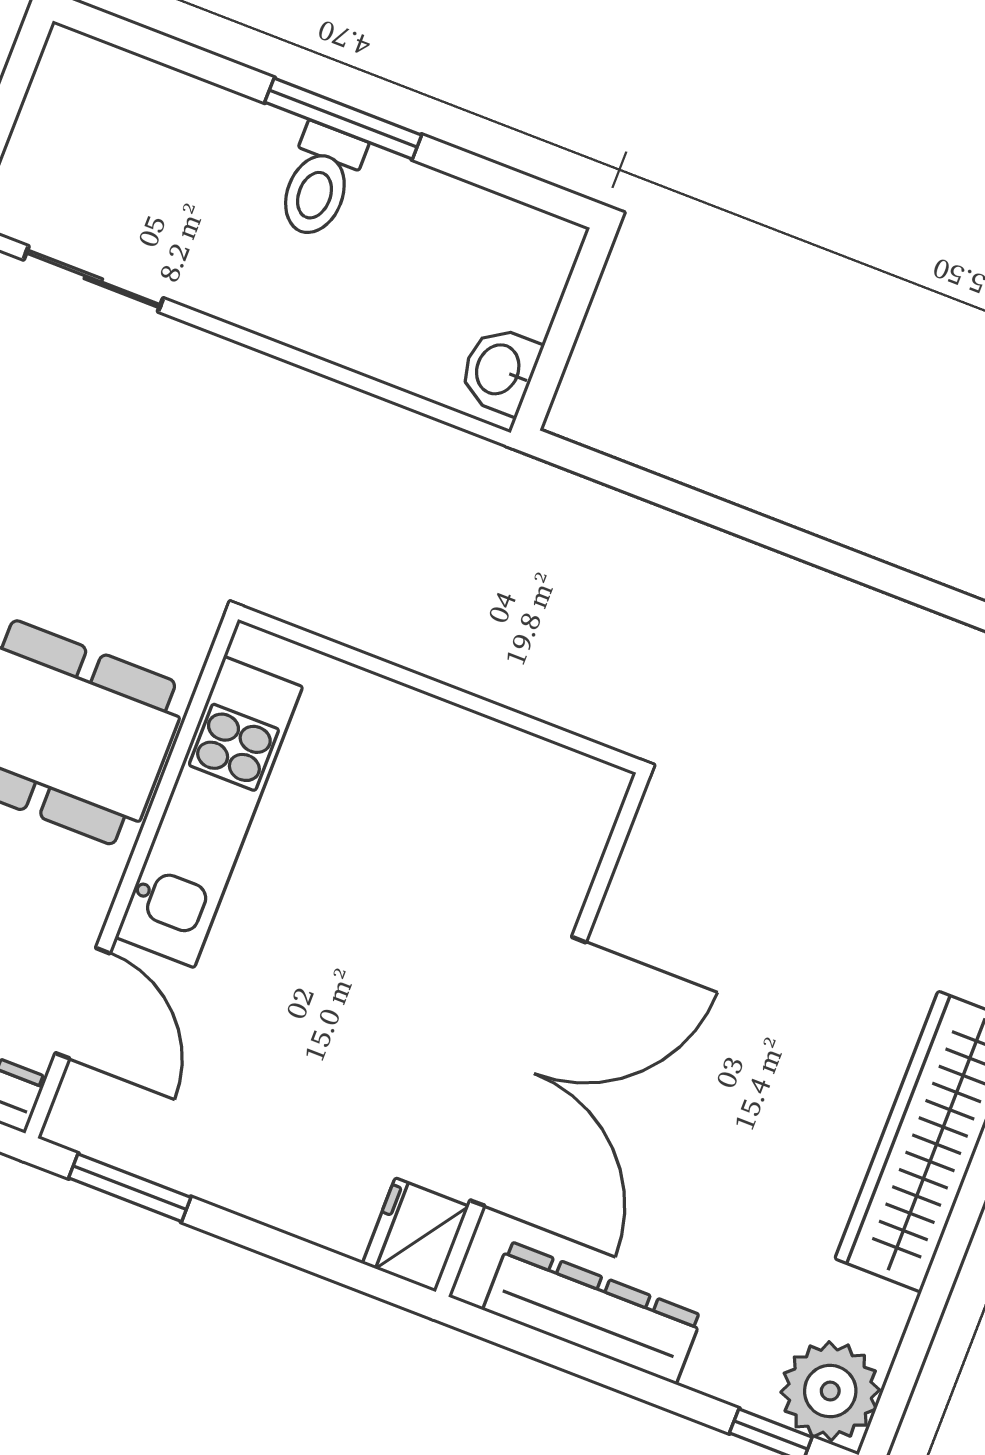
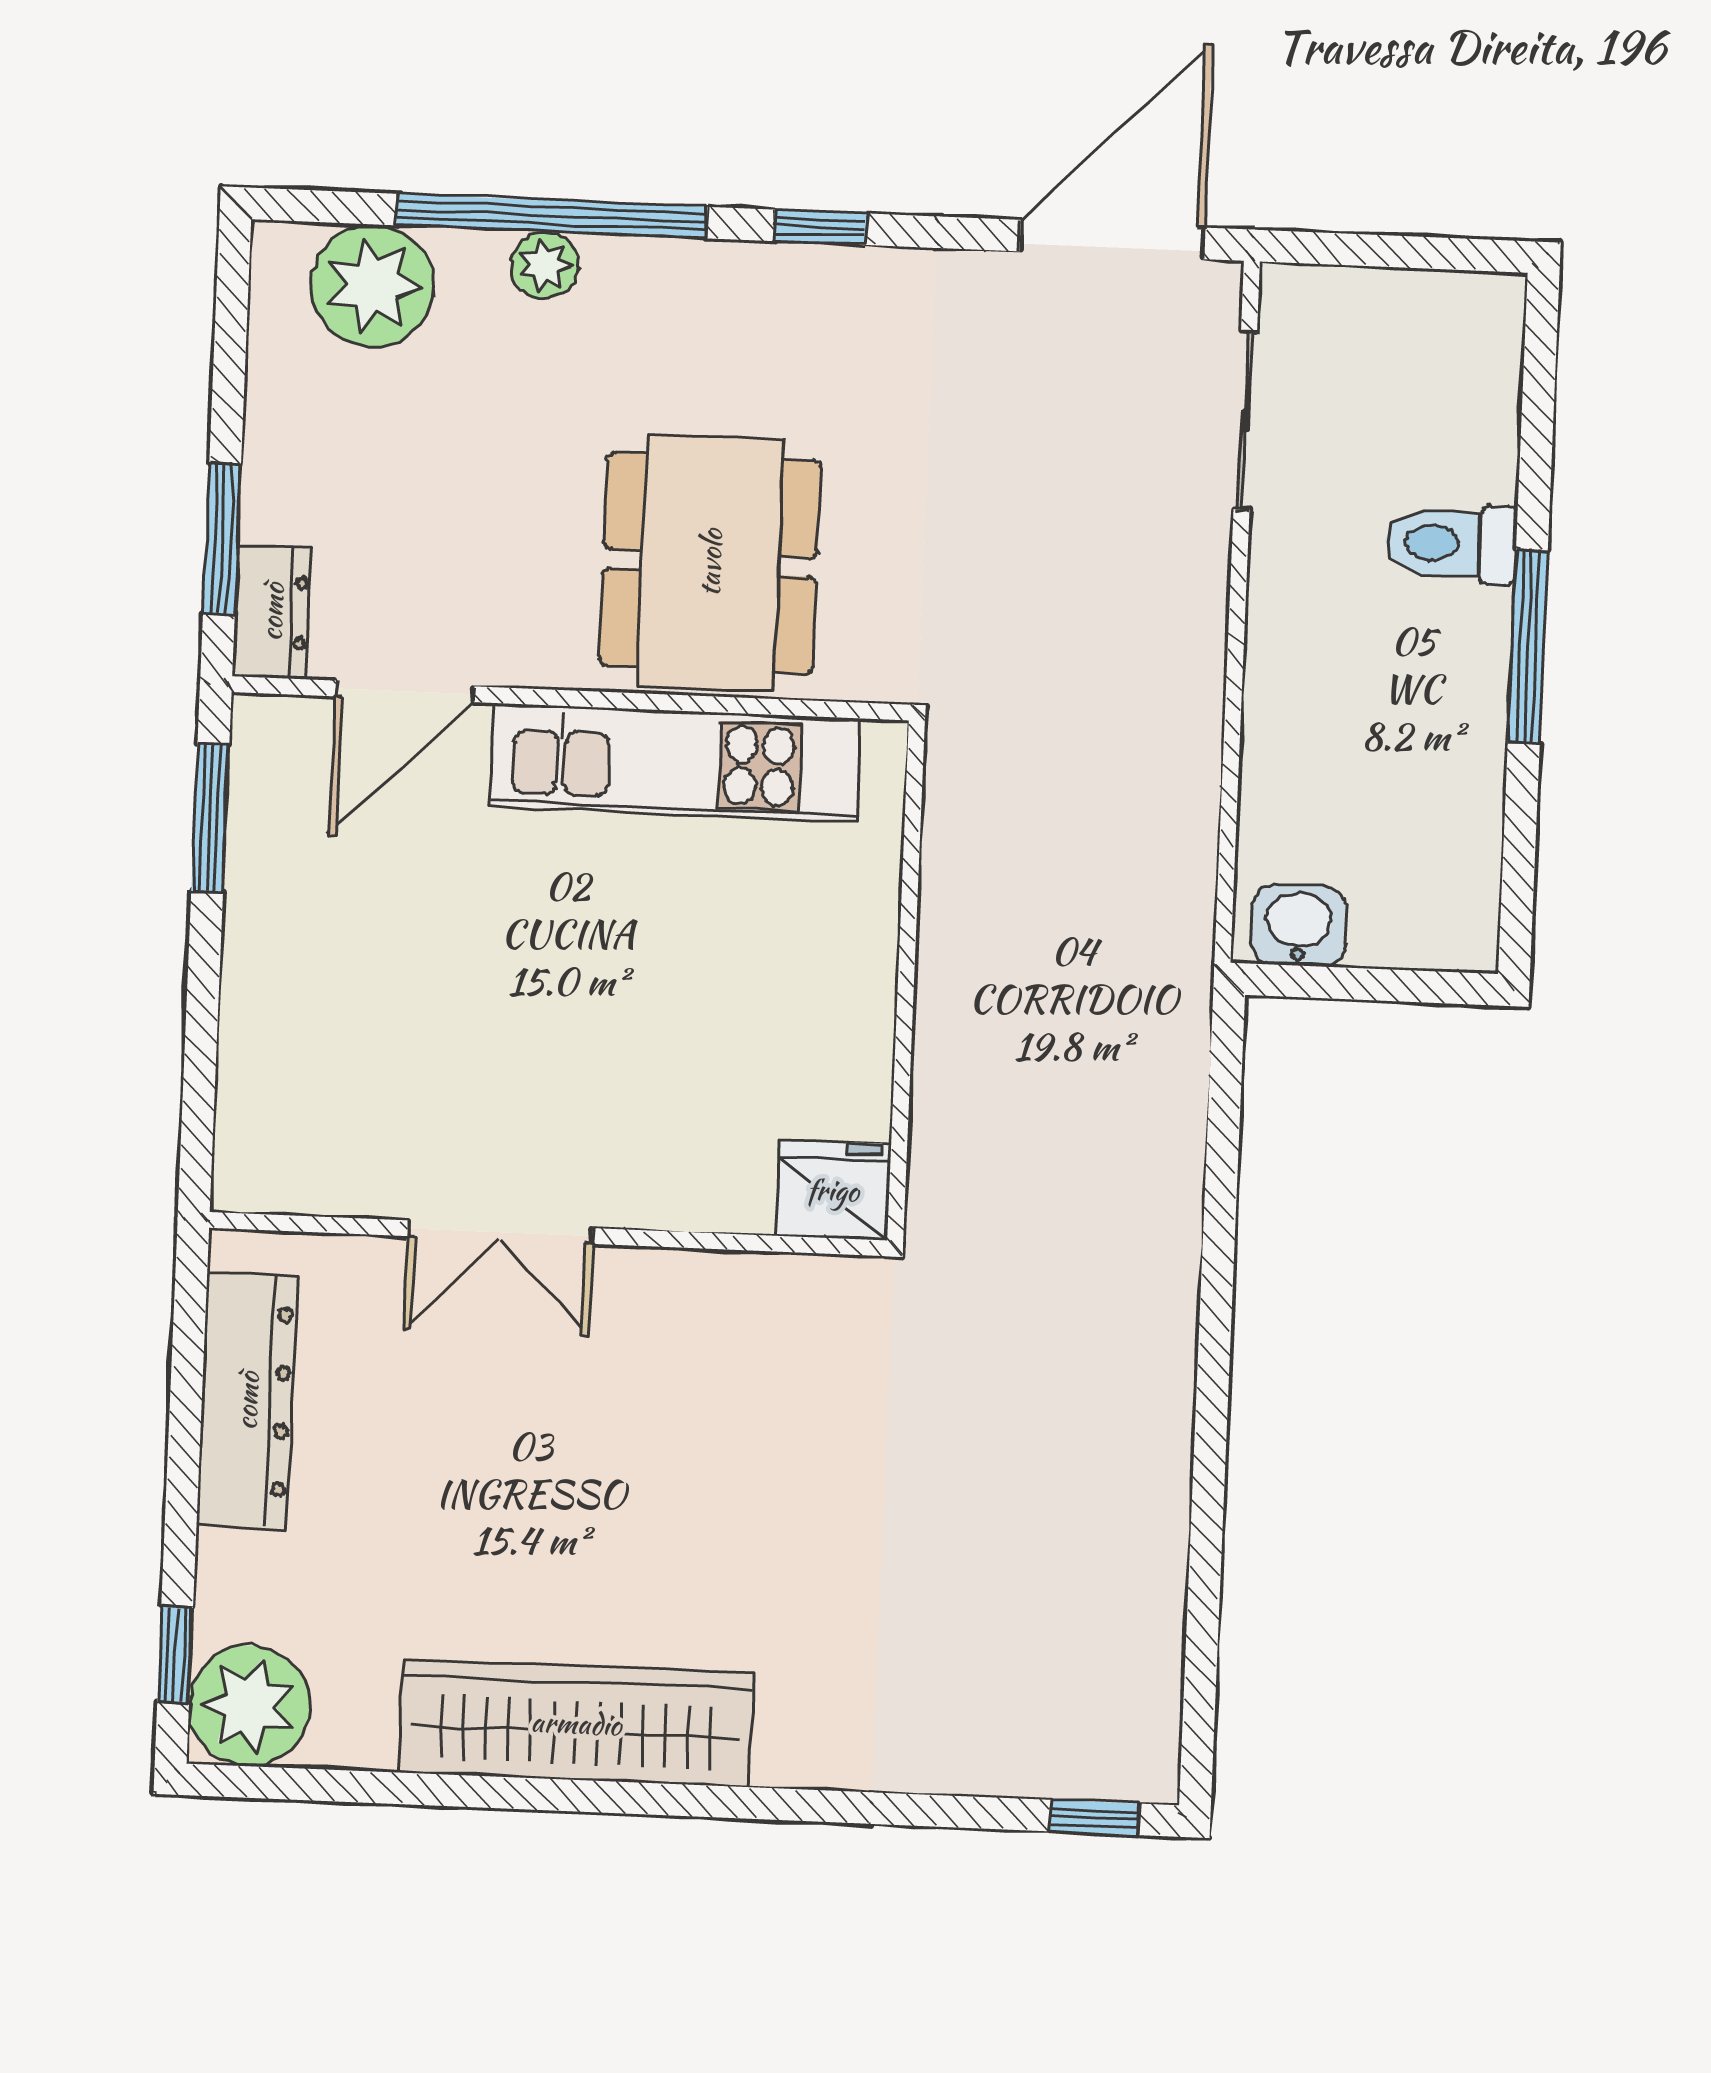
toilet: (320, 181) -> (1451, 543), moved
double door: (528, 1071) -> (500, 1232), width x0.54
fridge: (416, 1235) -> (833, 1190), moved

